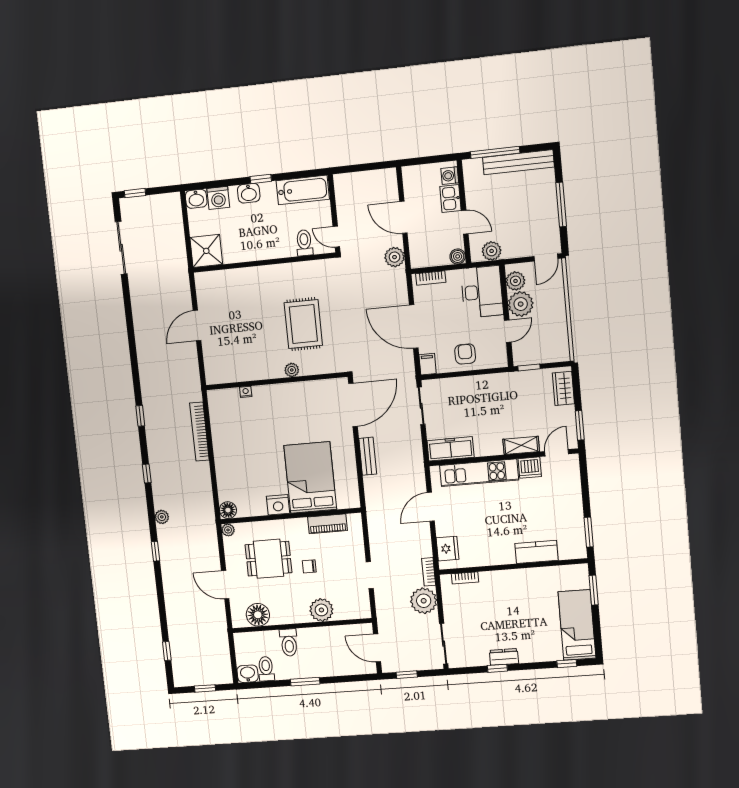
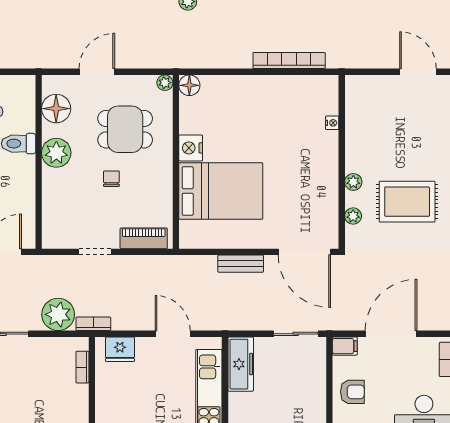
plant: (320, 367) -> (353, 216), added
piano: (328, 524) -> (144, 238), moved, turned 90
dining table: (269, 559) -> (125, 129), turned 90
plant: (321, 610) -> (56, 153), moved

